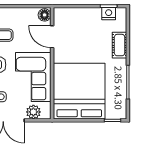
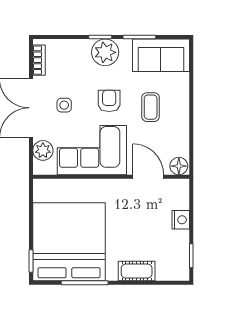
nightstand: (109, 14) -> (181, 220), moved
door: (52, 37) -> (148, 177), hinge flipped
bed: (79, 91) -> (69, 242), moved, turned -90

